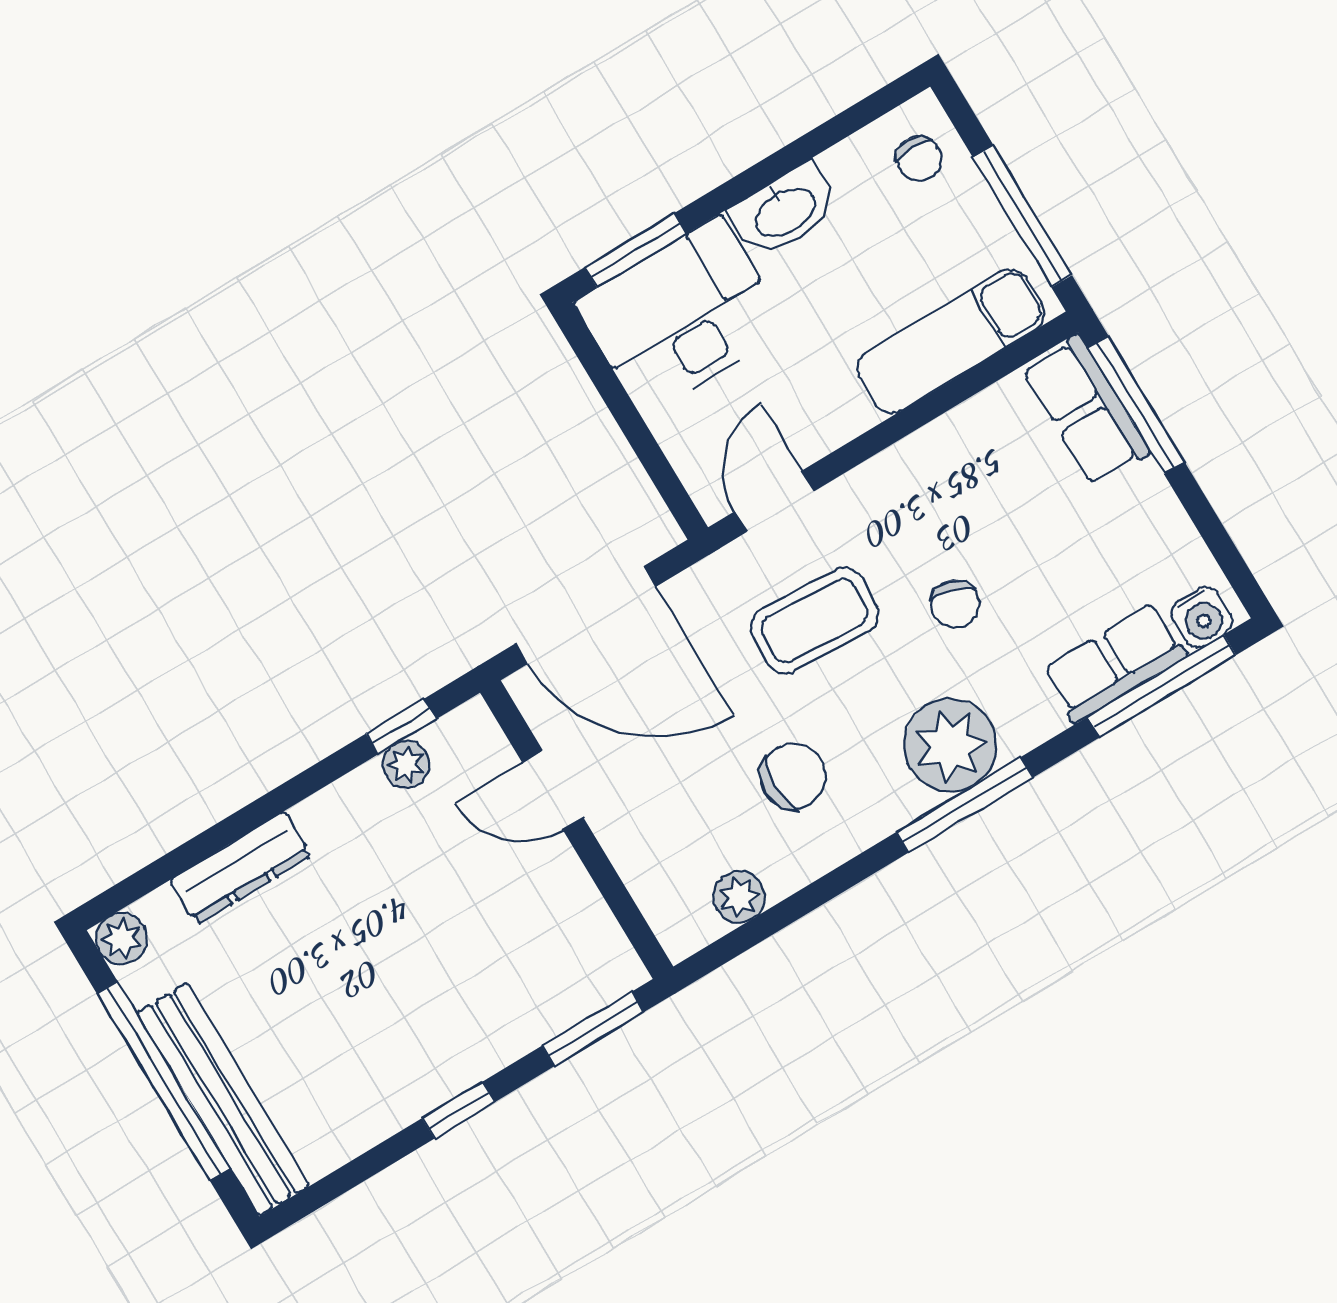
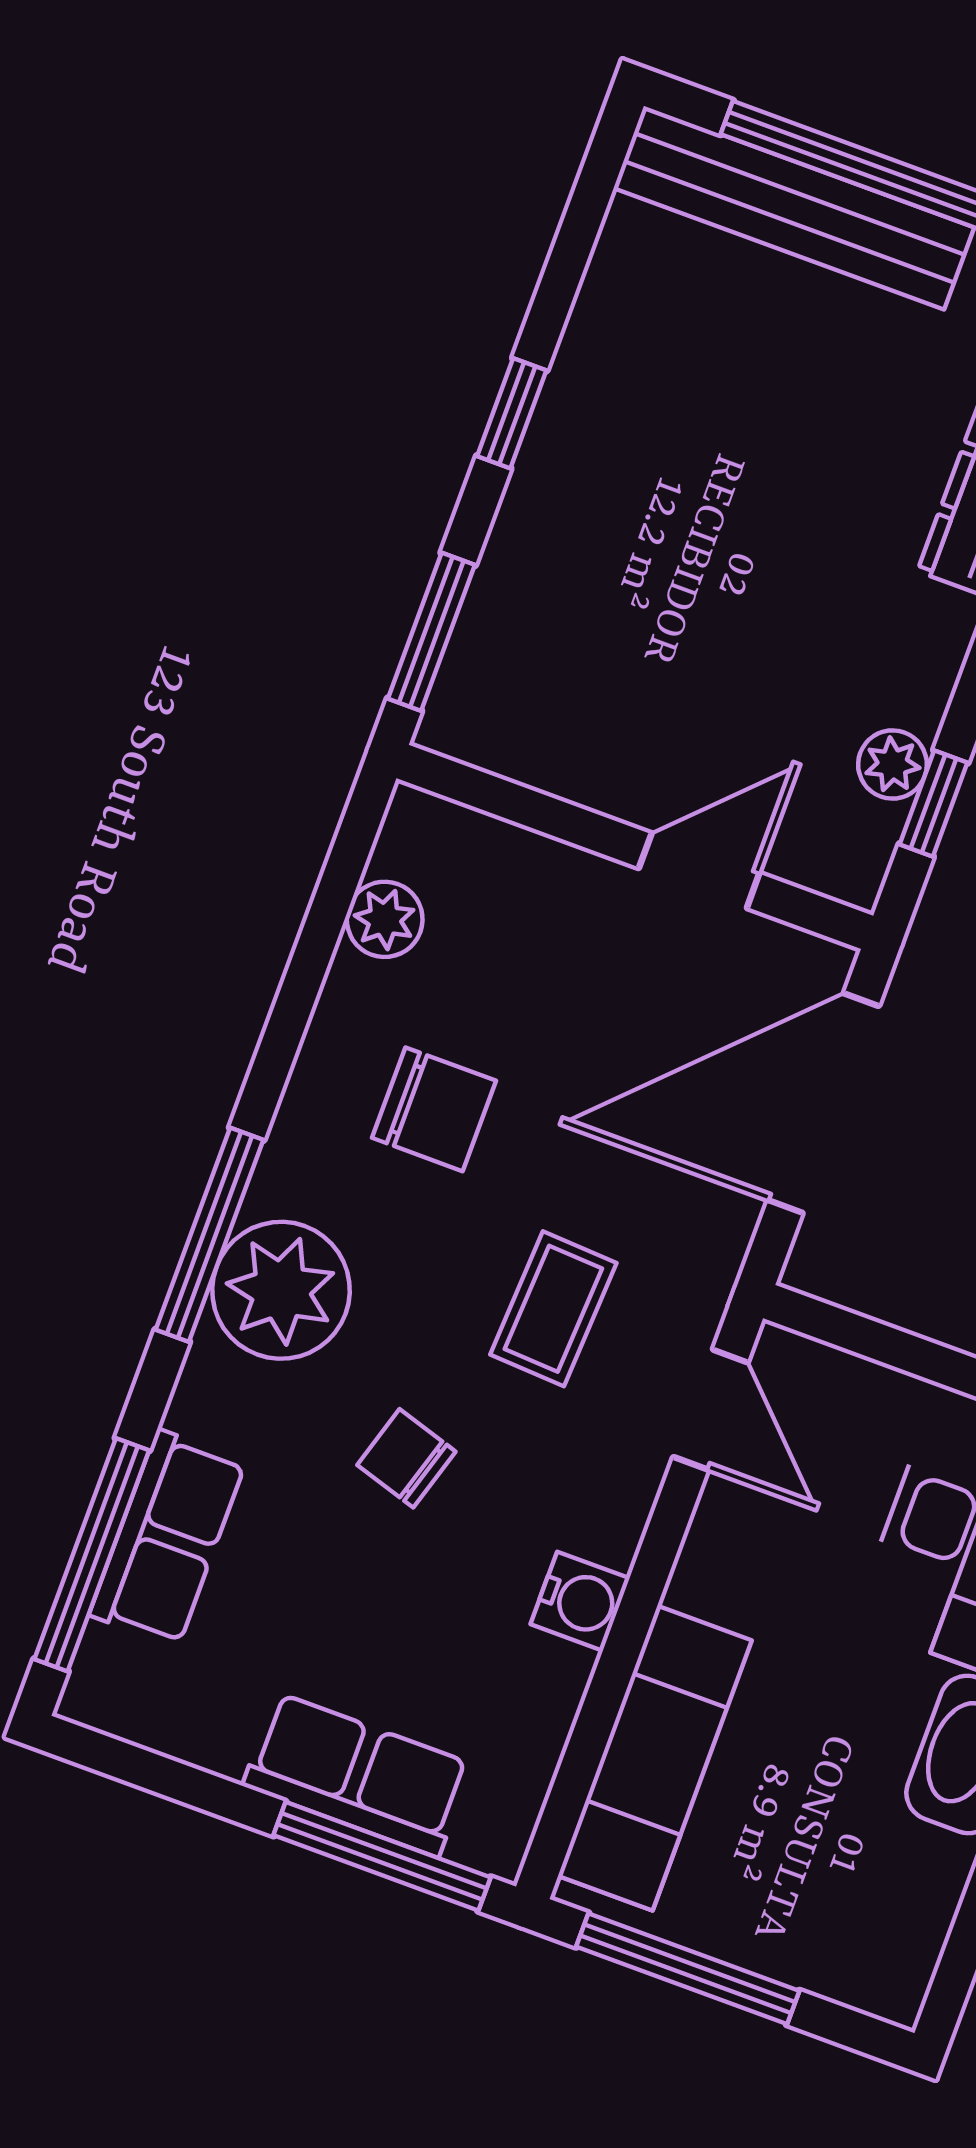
chair: (919, 159) -> (861, 1940), removed
row of seats: (1086, 410) -> (357, 1775), moved
water cooler: (1202, 617) -> (580, 1601), moved, turned 180
coffee table: (815, 621) -> (553, 1309), width x0.73, depth x0.77
chair: (793, 776) -> (434, 1109), turned -90

